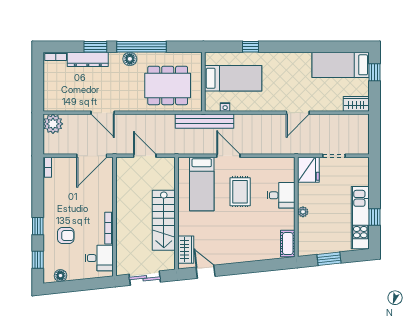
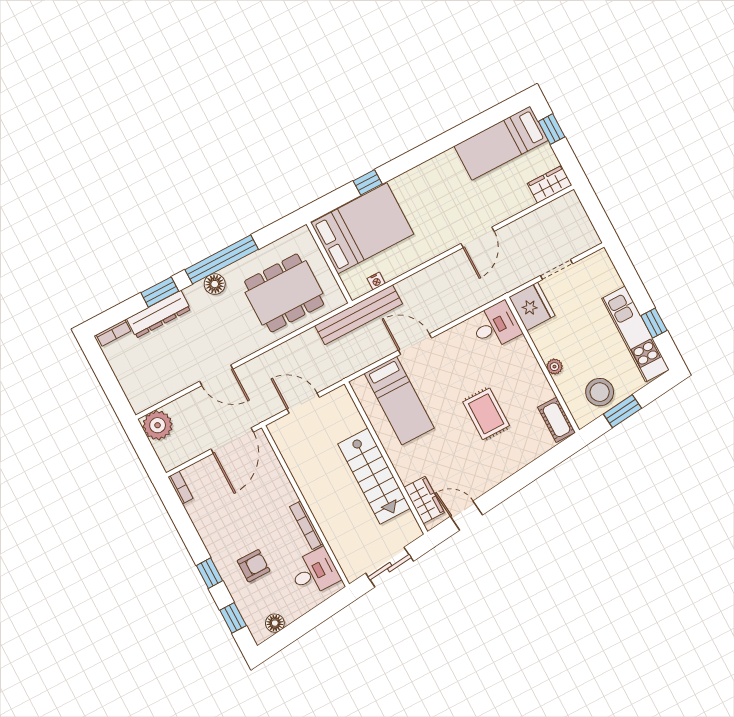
bed: (233, 78) -> (362, 228), width x1.50
rug: (240, 192) -> (486, 414), moved
desk: (281, 195) -> (496, 326), moved
stool: (321, 241) -> (600, 392), added

